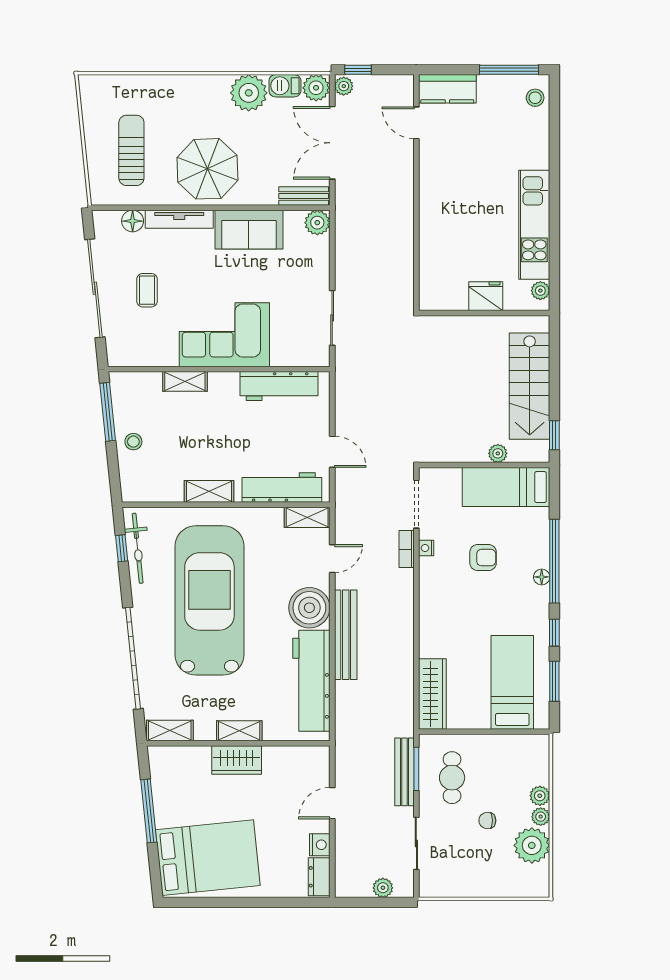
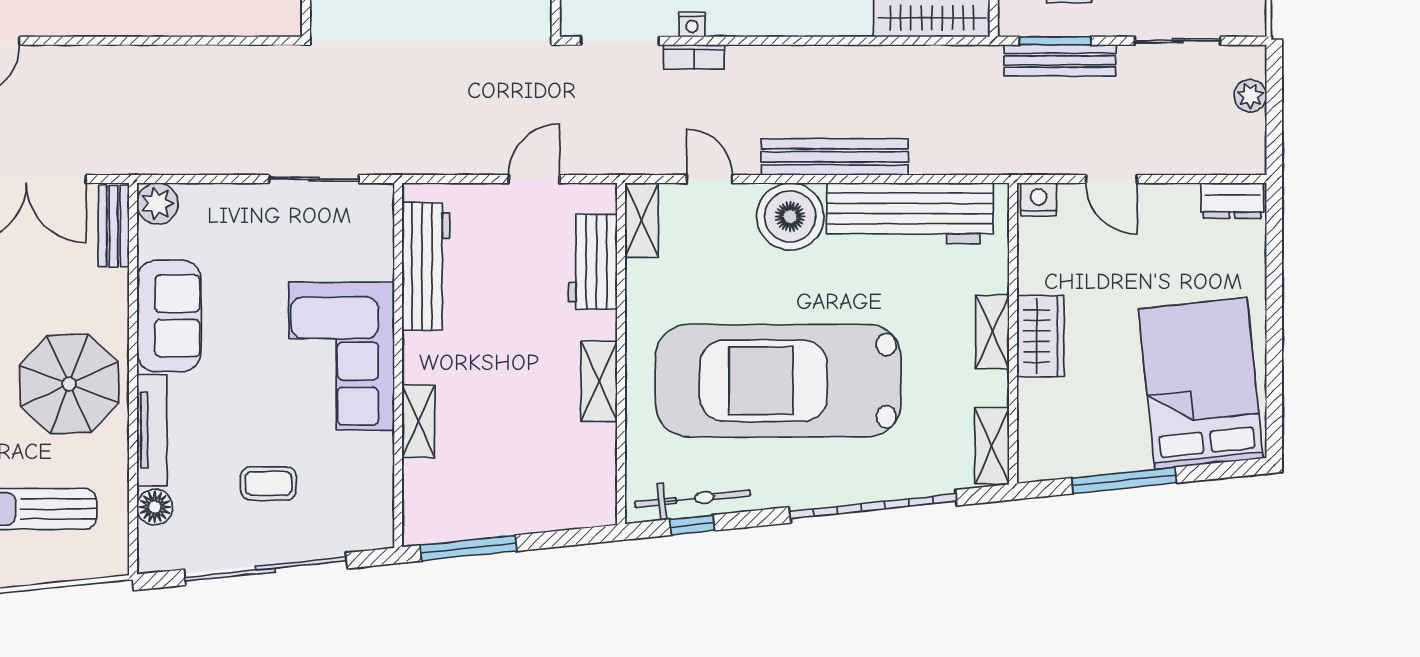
stool: (133, 442) -> (517, 506), removed
workbench: (282, 488) -> (593, 262), width x0.73
nightstand: (320, 845) -> (1039, 200), moved

